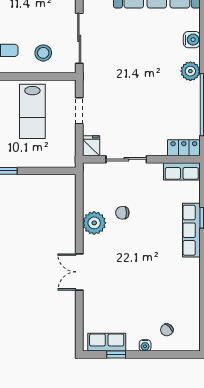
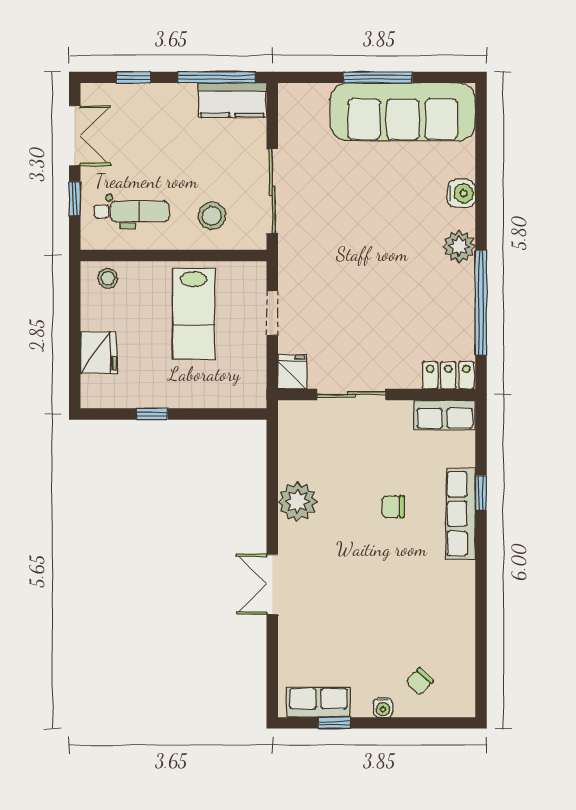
chair: (122, 213) -> (393, 507), moved

